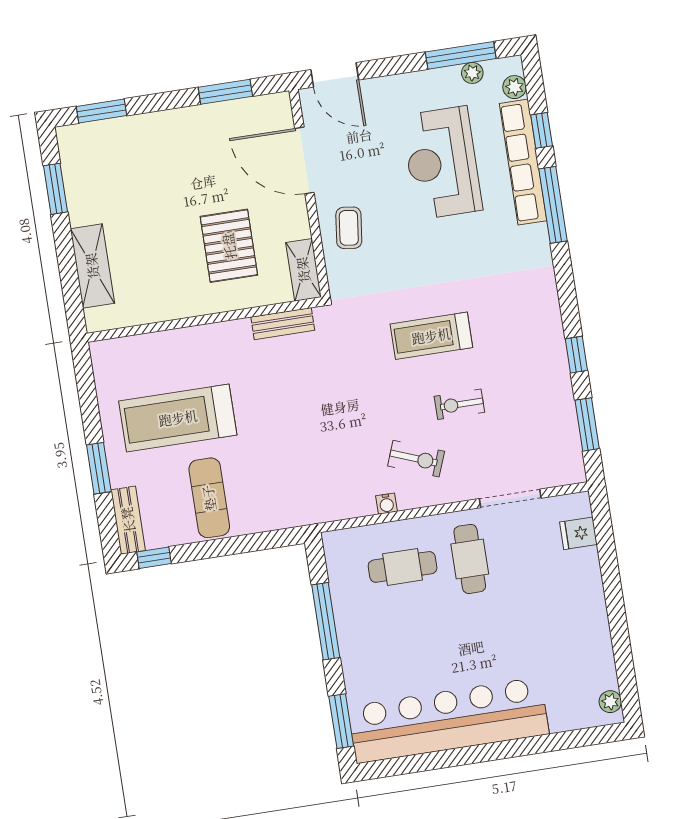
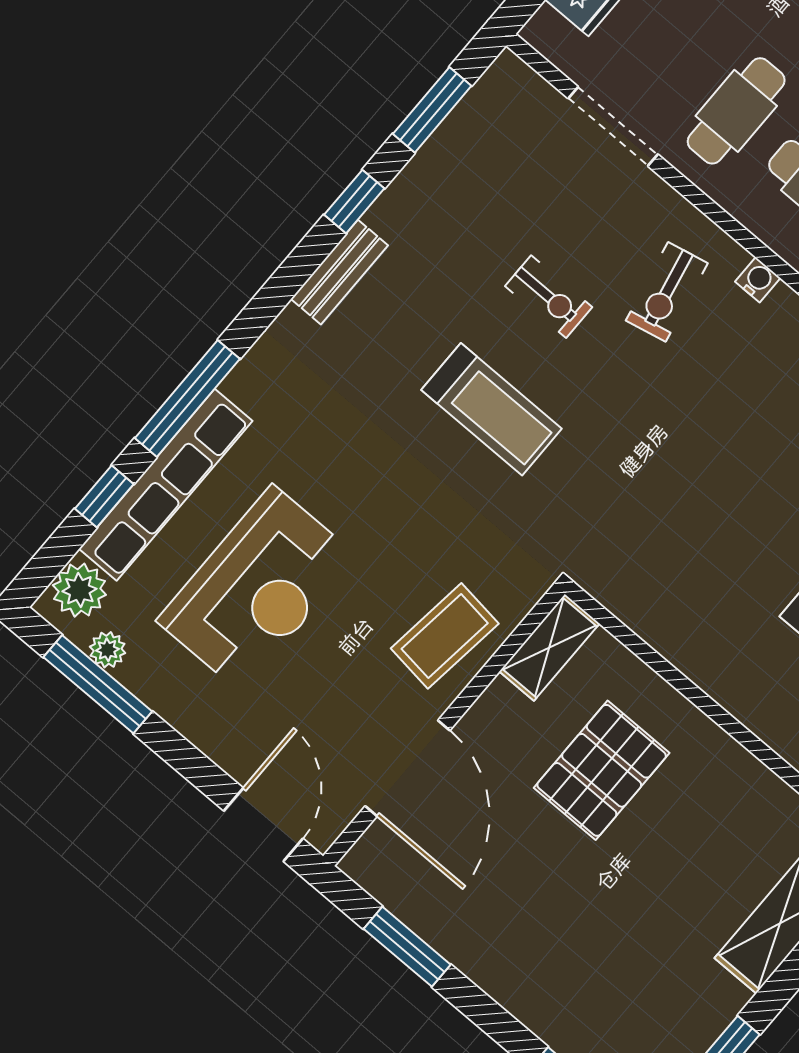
plant: (515, 87) -> (79, 590), width x1.38, depth x1.38
coffee table: (349, 228) -> (445, 636), width x1.36, depth x1.30
bench: (283, 324) -> (339, 272), moved, turned 90
exercise bike: (416, 459) -> (667, 292), turned -123

